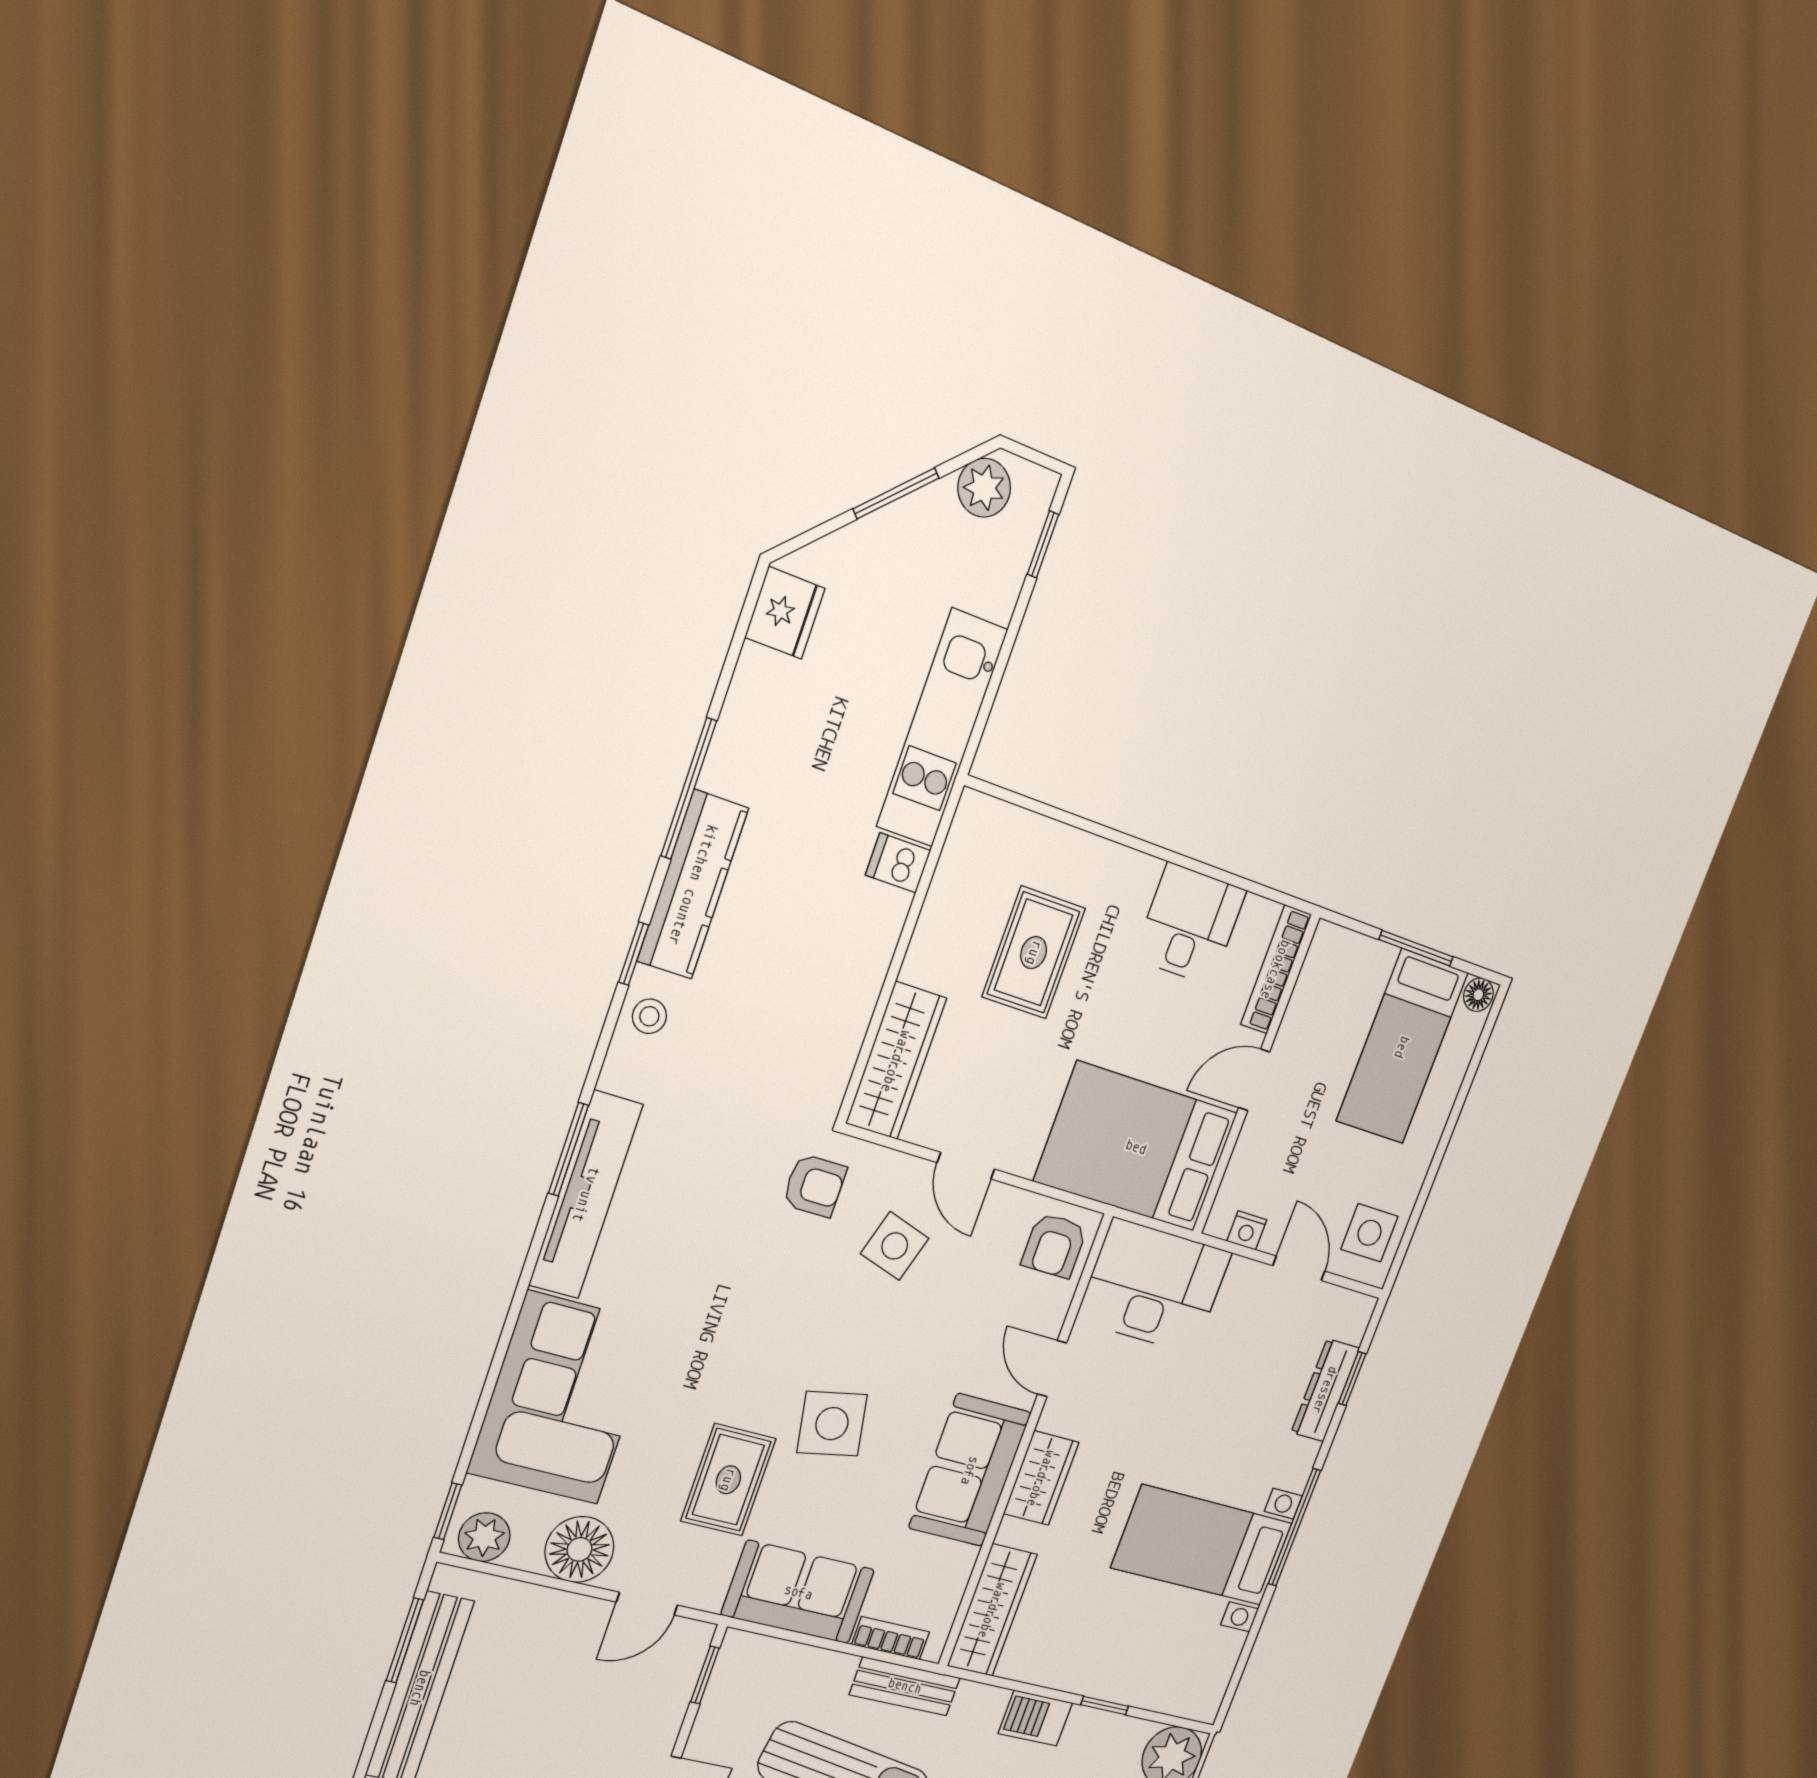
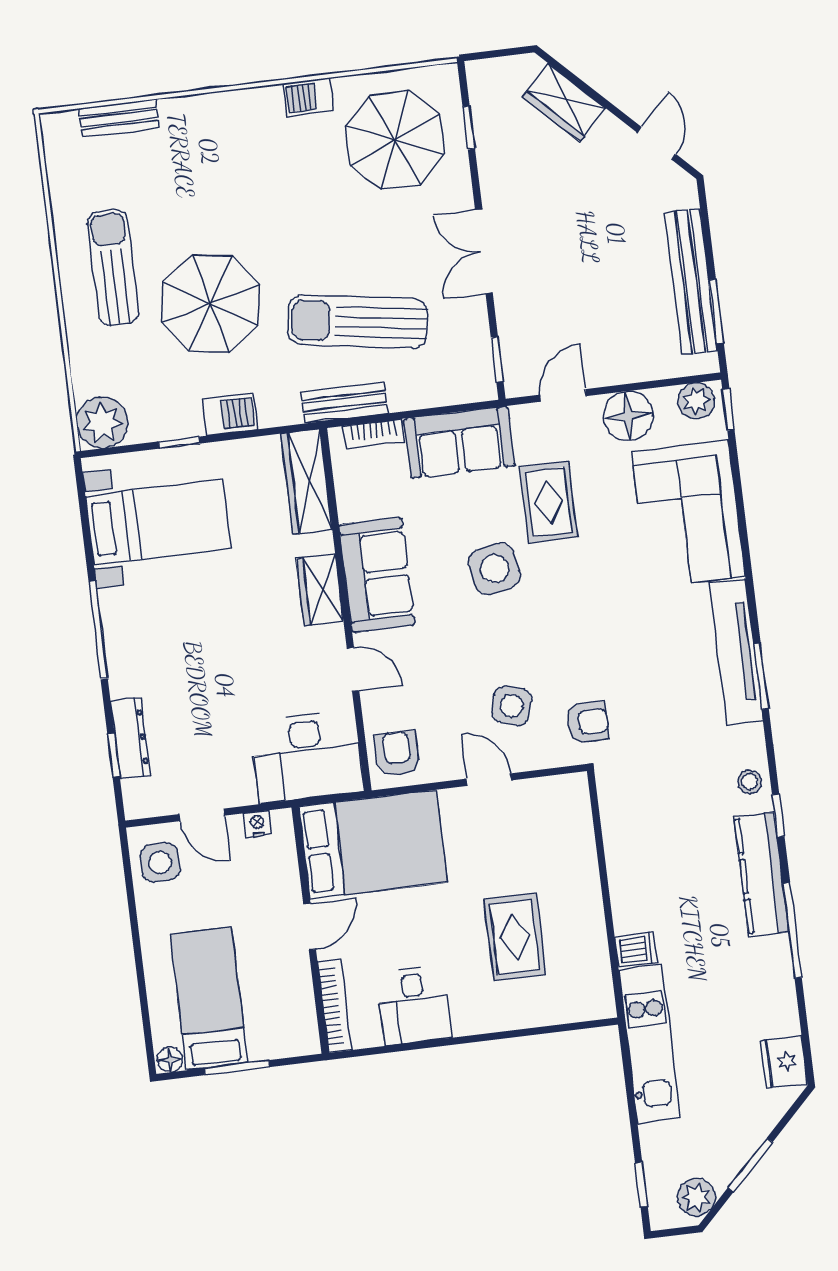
wardrobe: (896, 1061) -> (573, 826), removed
armchair: (814, 1186) -> (588, 722), turned 180
bed with nightstands: (1202, 1545) -> (158, 522), moved

